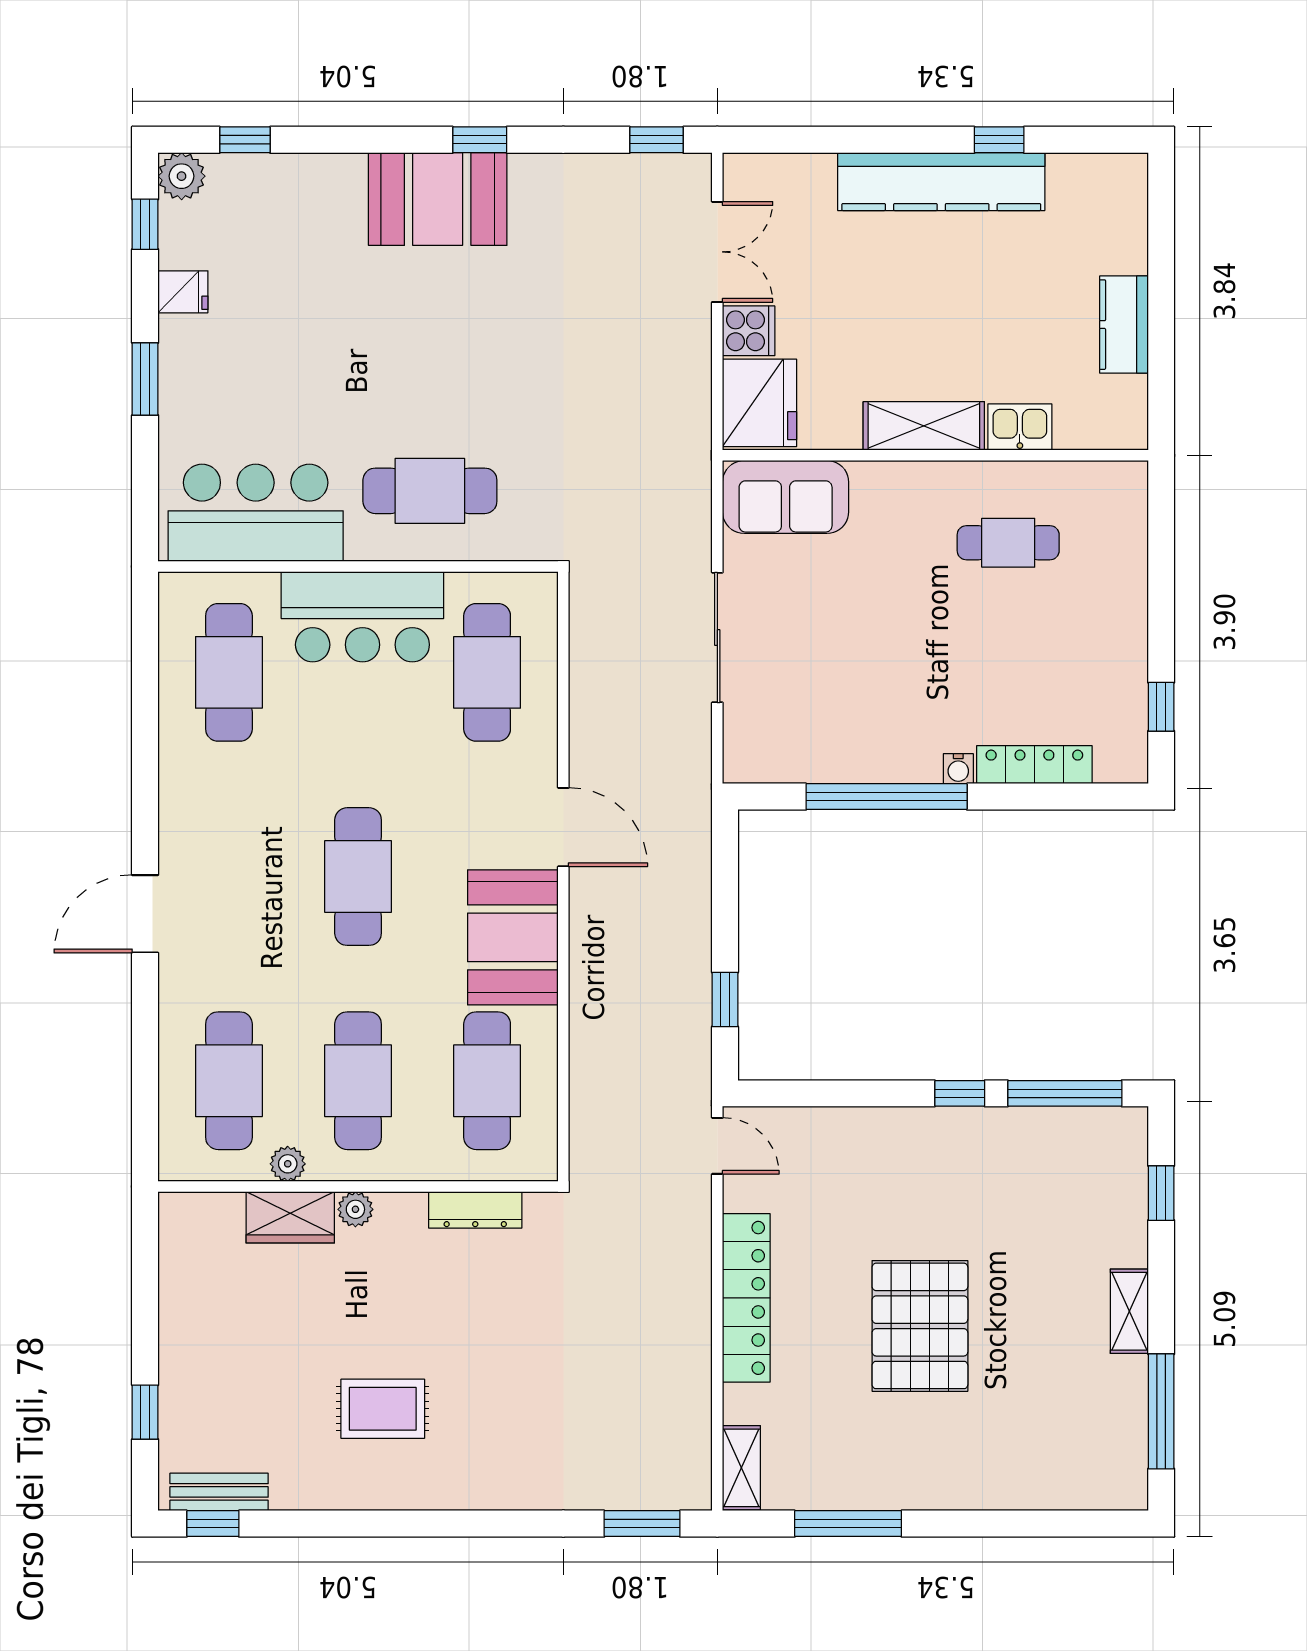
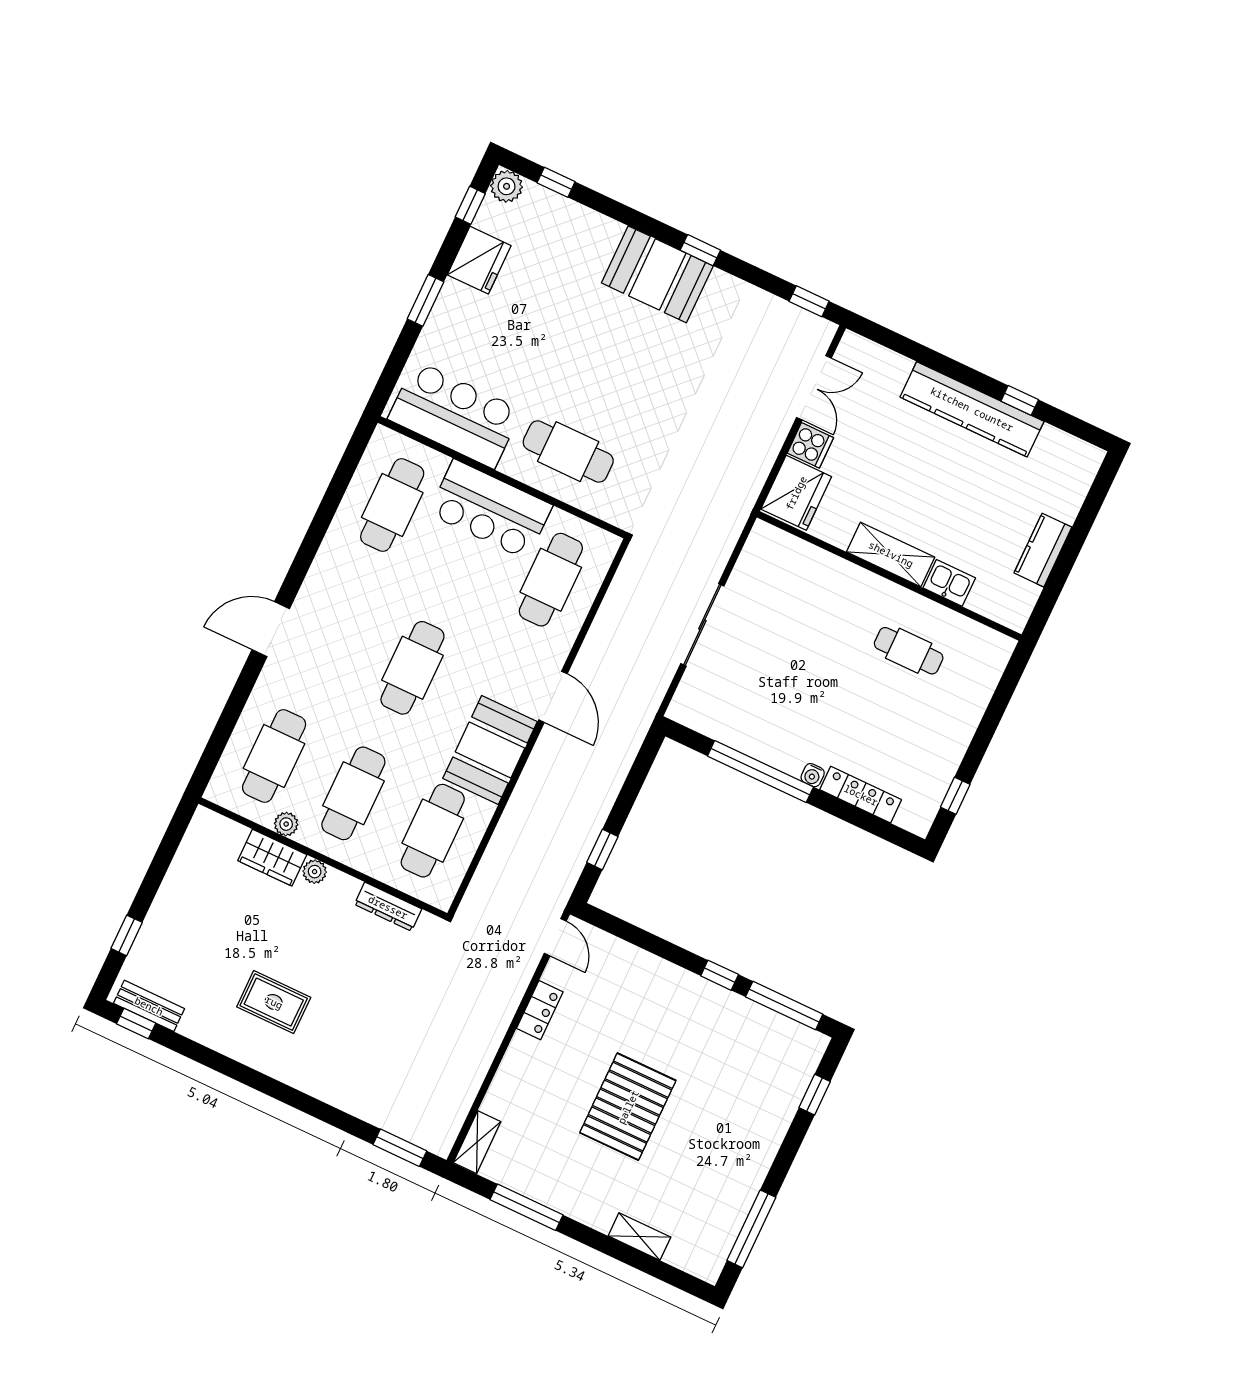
fridge: (183, 292) -> (479, 260), width x1.88, depth x1.34
sofa: (786, 497) -> (785, 558), removed
locker: (746, 1298) -> (540, 1010), width x0.46, depth x0.83
shelving: (1129, 1311) -> (639, 1237), moved, turned 90

